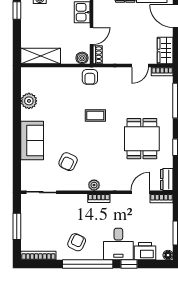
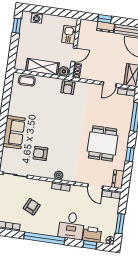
shelving: (41, 56) -> (42, 67), moved
plant: (29, 101) -> (16, 100), removed
coffee table: (95, 115) -> (27, 81), moved
armchair: (68, 162) -> (40, 153), turned 65
door: (140, 192) -> (95, 186), swing flipped
armchair: (77, 242) -> (32, 207), moved
window: (129, 264) -> (90, 245), moved

